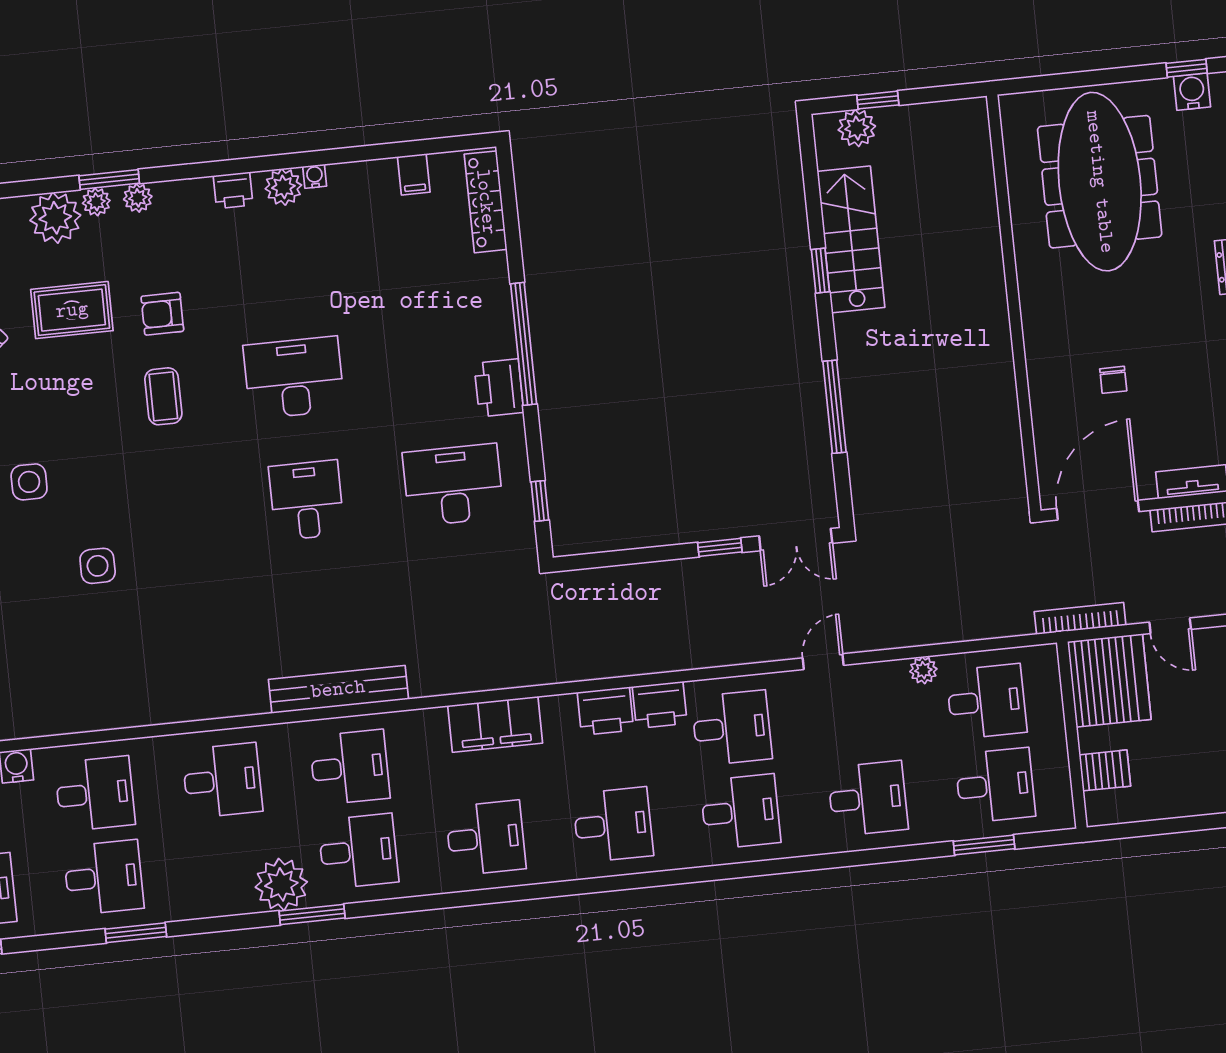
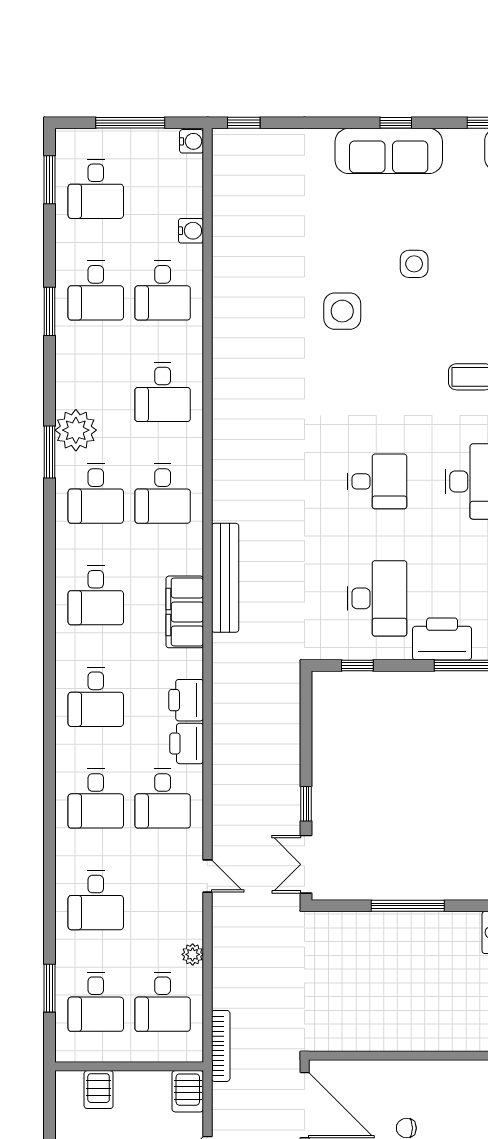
printer: (499, 388) -> (442, 639), width x1.37, depth x1.19
side table: (98, 566) -> (342, 311), width x1.37, depth x1.37
bookcase: (1080, 618) -> (221, 1046), moved
server rack: (1109, 680) -> (188, 1091), width x0.46, depth x0.70
bench: (338, 689) -> (225, 578), moved

